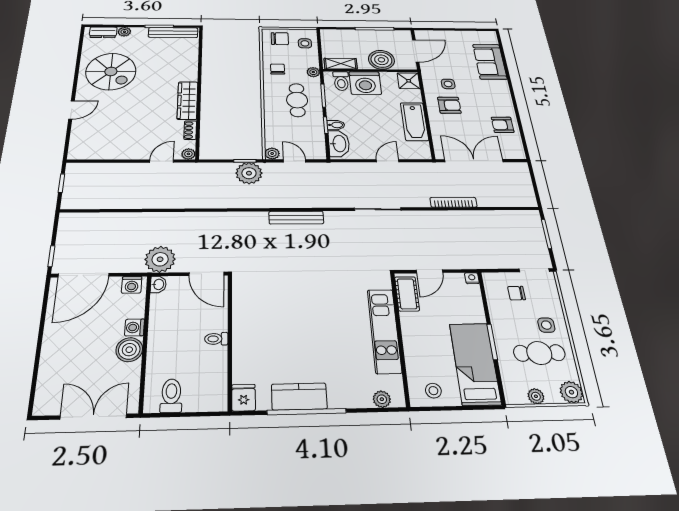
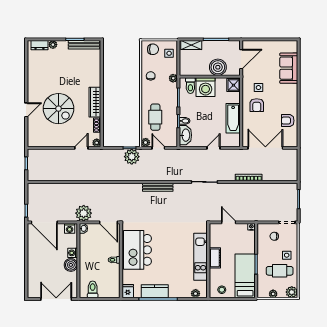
shelving: (341, 64) -> (191, 45), moved
spiral stairs: (111, 72) -> (59, 109), moved
cafe table: (297, 100) -> (155, 117), moved
armchair: (449, 105) -> (257, 105), turned 90
door: (429, 271) -> (229, 222), swing flipped
door: (84, 275) -> (44, 222), hinge flipped
cot: (407, 294) -> (215, 258), moved
kitchen island: (262, 320) -> (137, 250), added

